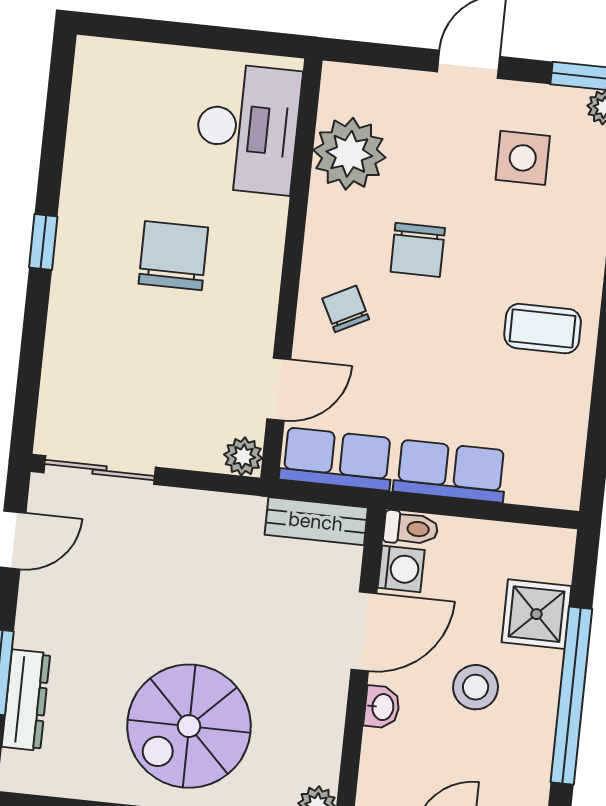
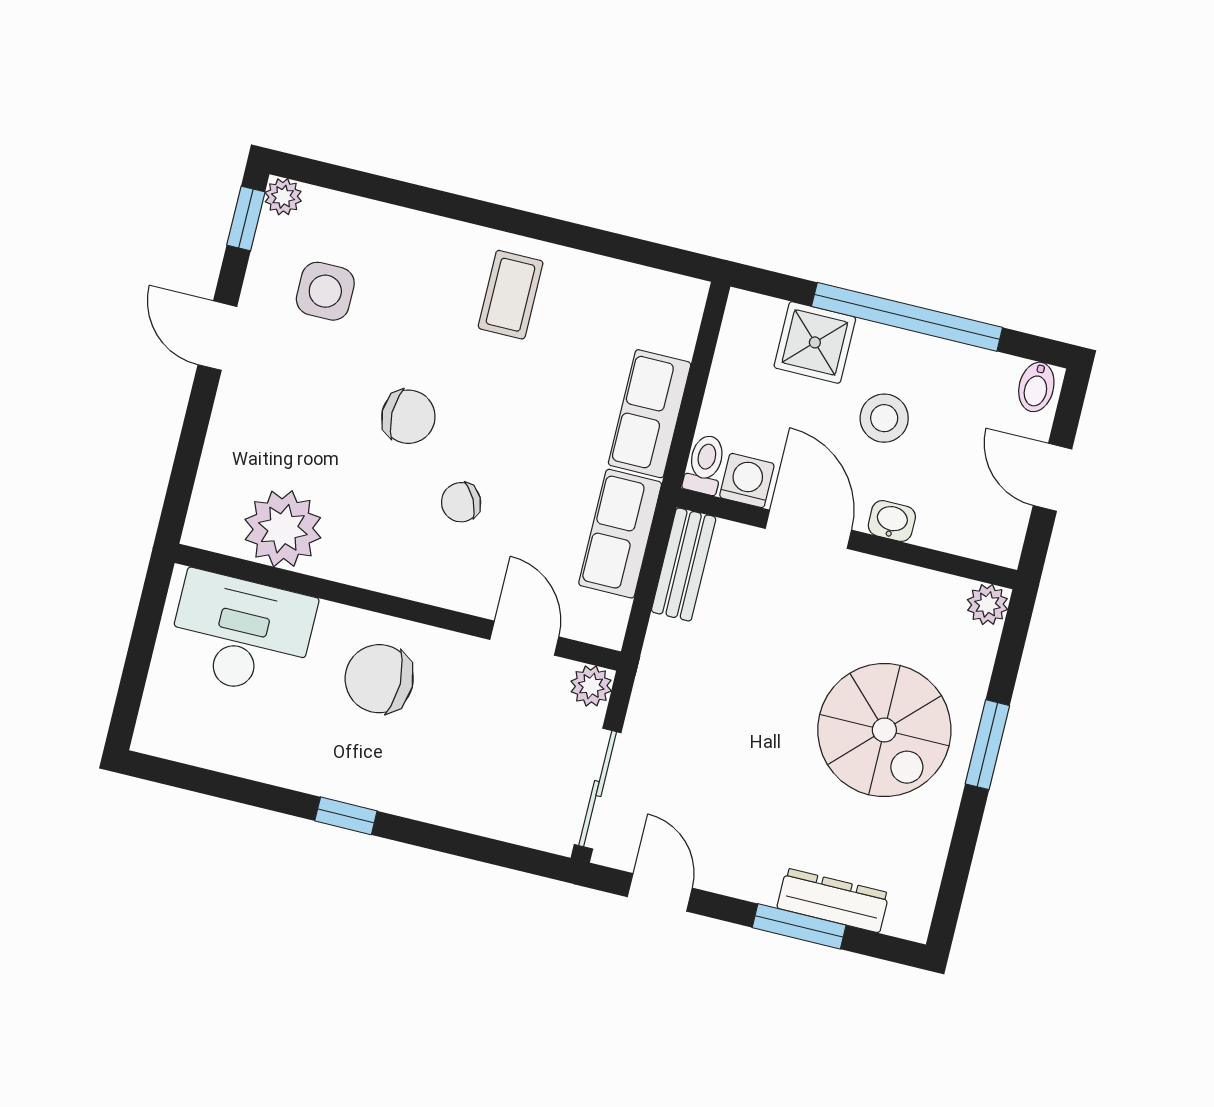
desk: (247, 129) -> (241, 634), moved
plant: (349, 154) -> (283, 529), moved
wall: (291, 269) -> (398, 607), moved
door: (279, 389) -> (524, 638), moved
plant: (243, 456) -> (591, 686), moved

